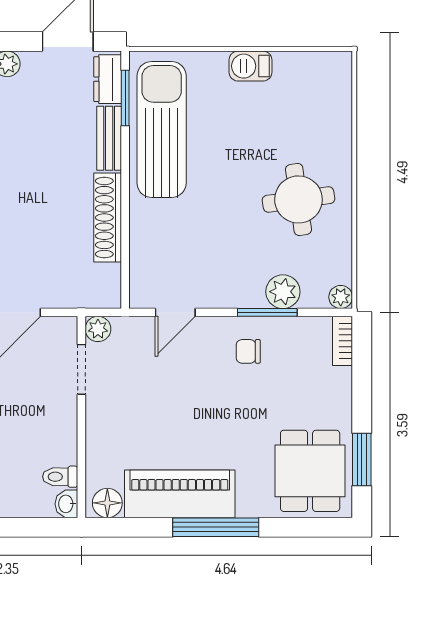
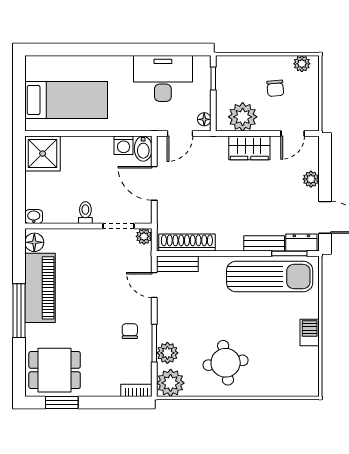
shoe rack: (108, 218) -> (187, 242), moved
bench: (141, 276) -> (177, 264), added
plant: (341, 297) -> (171, 383), width x1.88, depth x1.88
toilet: (60, 477) -> (85, 213), moved

